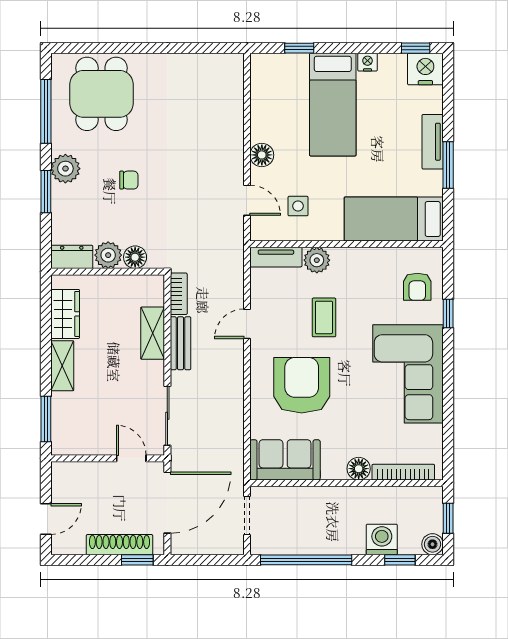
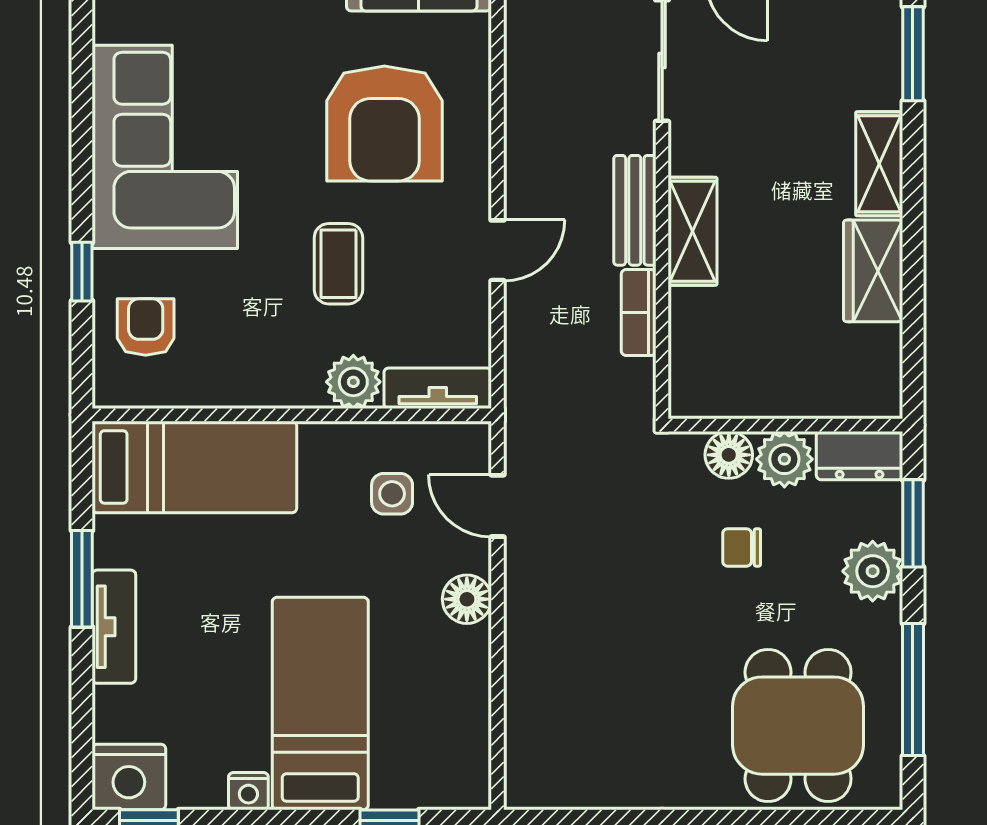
plant: (108, 255) -> (784, 459), moved
dresser: (72, 257) -> (860, 456), moved
floor lamp: (135, 257) -> (729, 455), moved
wall: (108, 272) -> (785, 425), moved

